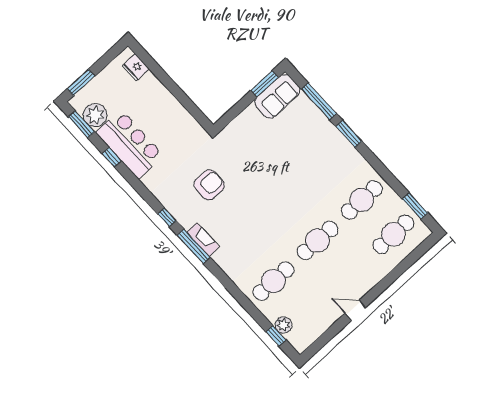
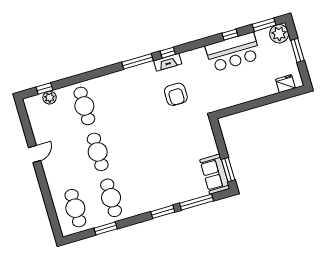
window: (81, 82) -> (297, 50), moved
plant: (95, 115) -> (279, 34), moved
window: (415, 206) -> (106, 228), moved
fireplace: (203, 239) -> (168, 62), moved

